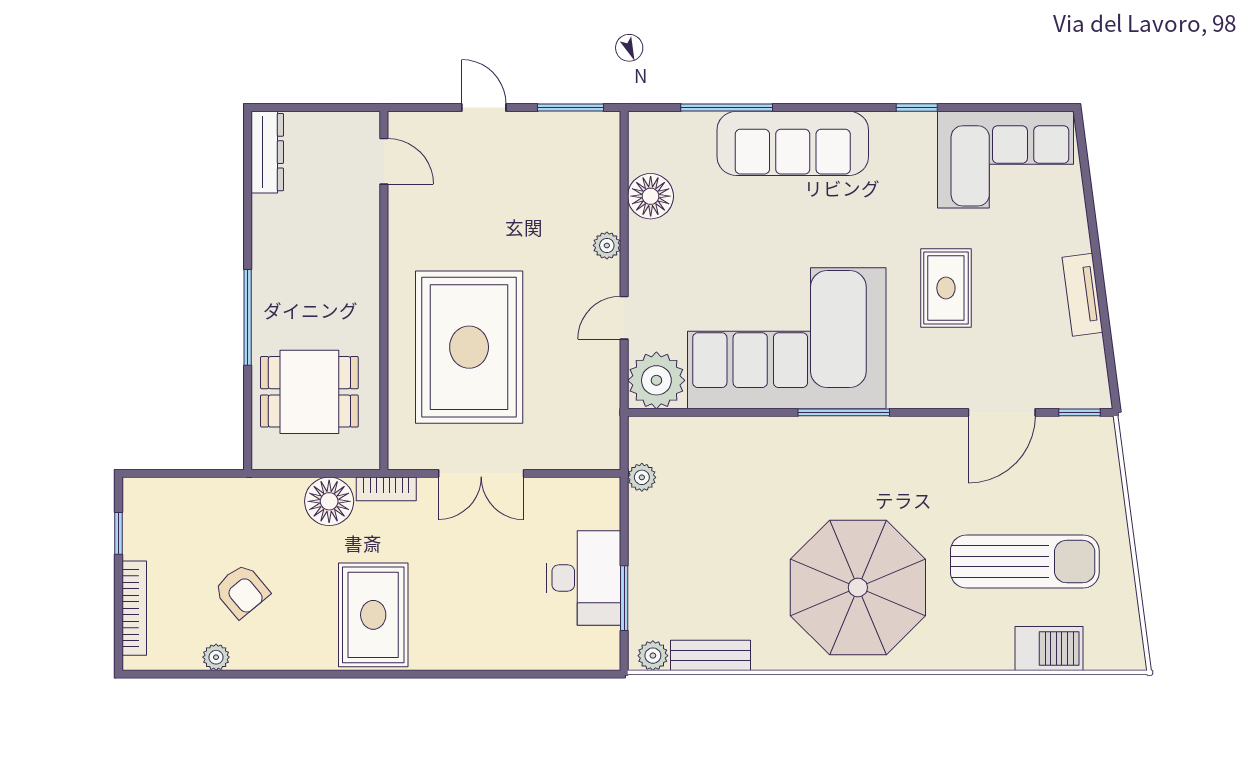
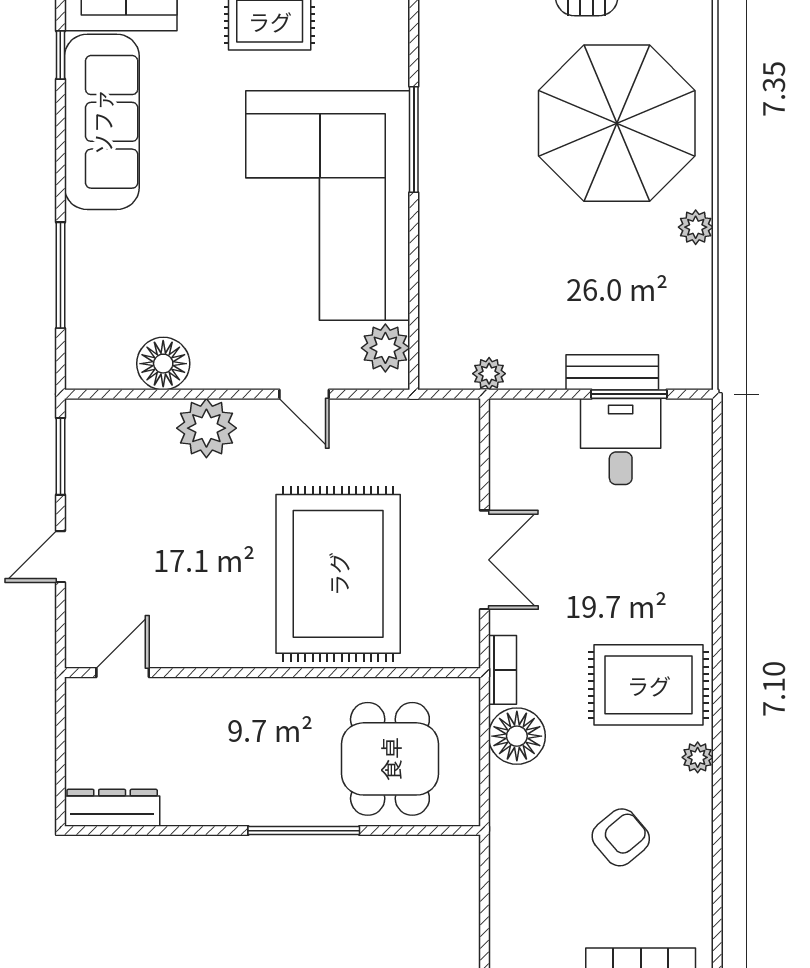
sofa: (793, 143) -> (102, 122), moved
plant: (607, 245) -> (206, 428), width x1.88, depth x1.88
rug: (469, 347) -> (338, 574), turned 90
plant: (656, 380) -> (385, 348), width x0.73, depth x0.73
desk: (583, 578) -> (621, 441), width x0.73
bench: (711, 655) -> (612, 372), moved, turned 90
plant: (653, 656) -> (696, 227), moved
plant: (216, 657) -> (698, 757), moved

